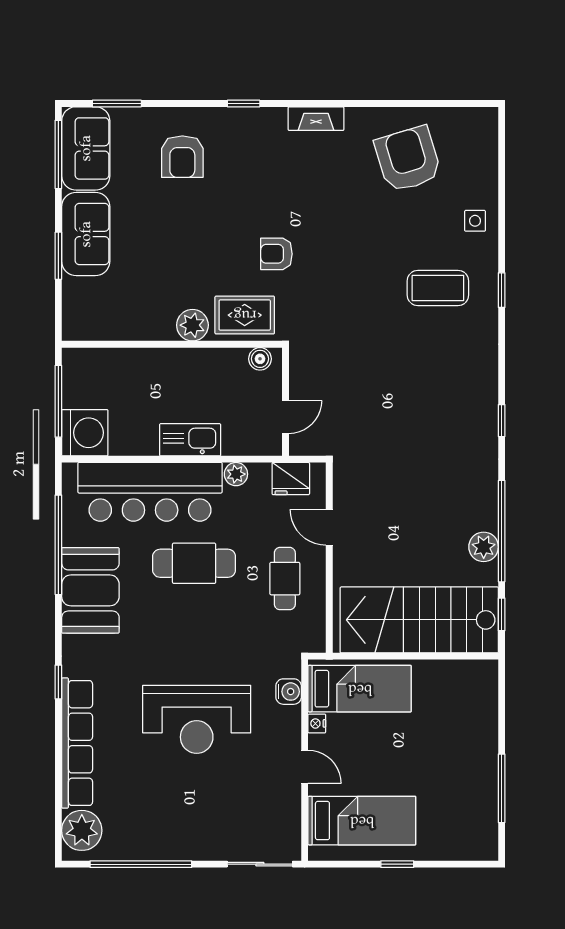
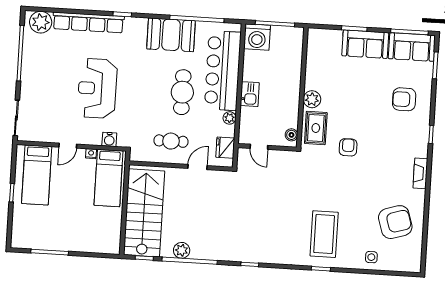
side table: (475, 221) -> (371, 257), moved
coffee table: (438, 288) -> (324, 234), width x1.36, depth x1.32
kitchen sink: (190, 440) -> (250, 94), width x0.73

